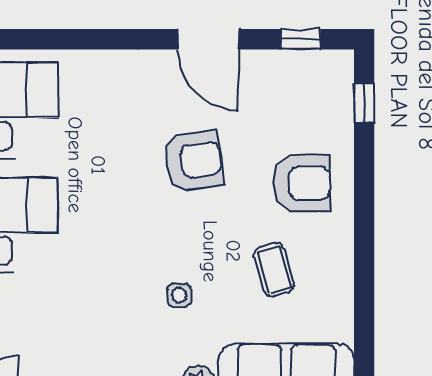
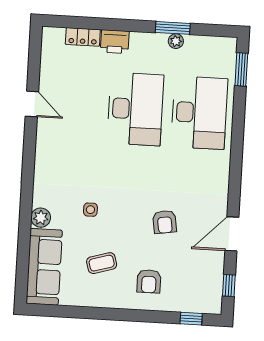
armchair: (193, 161) -> (165, 222), width x0.72, depth x0.72
armchair: (302, 183) -> (149, 281), width x0.72, depth x0.72

